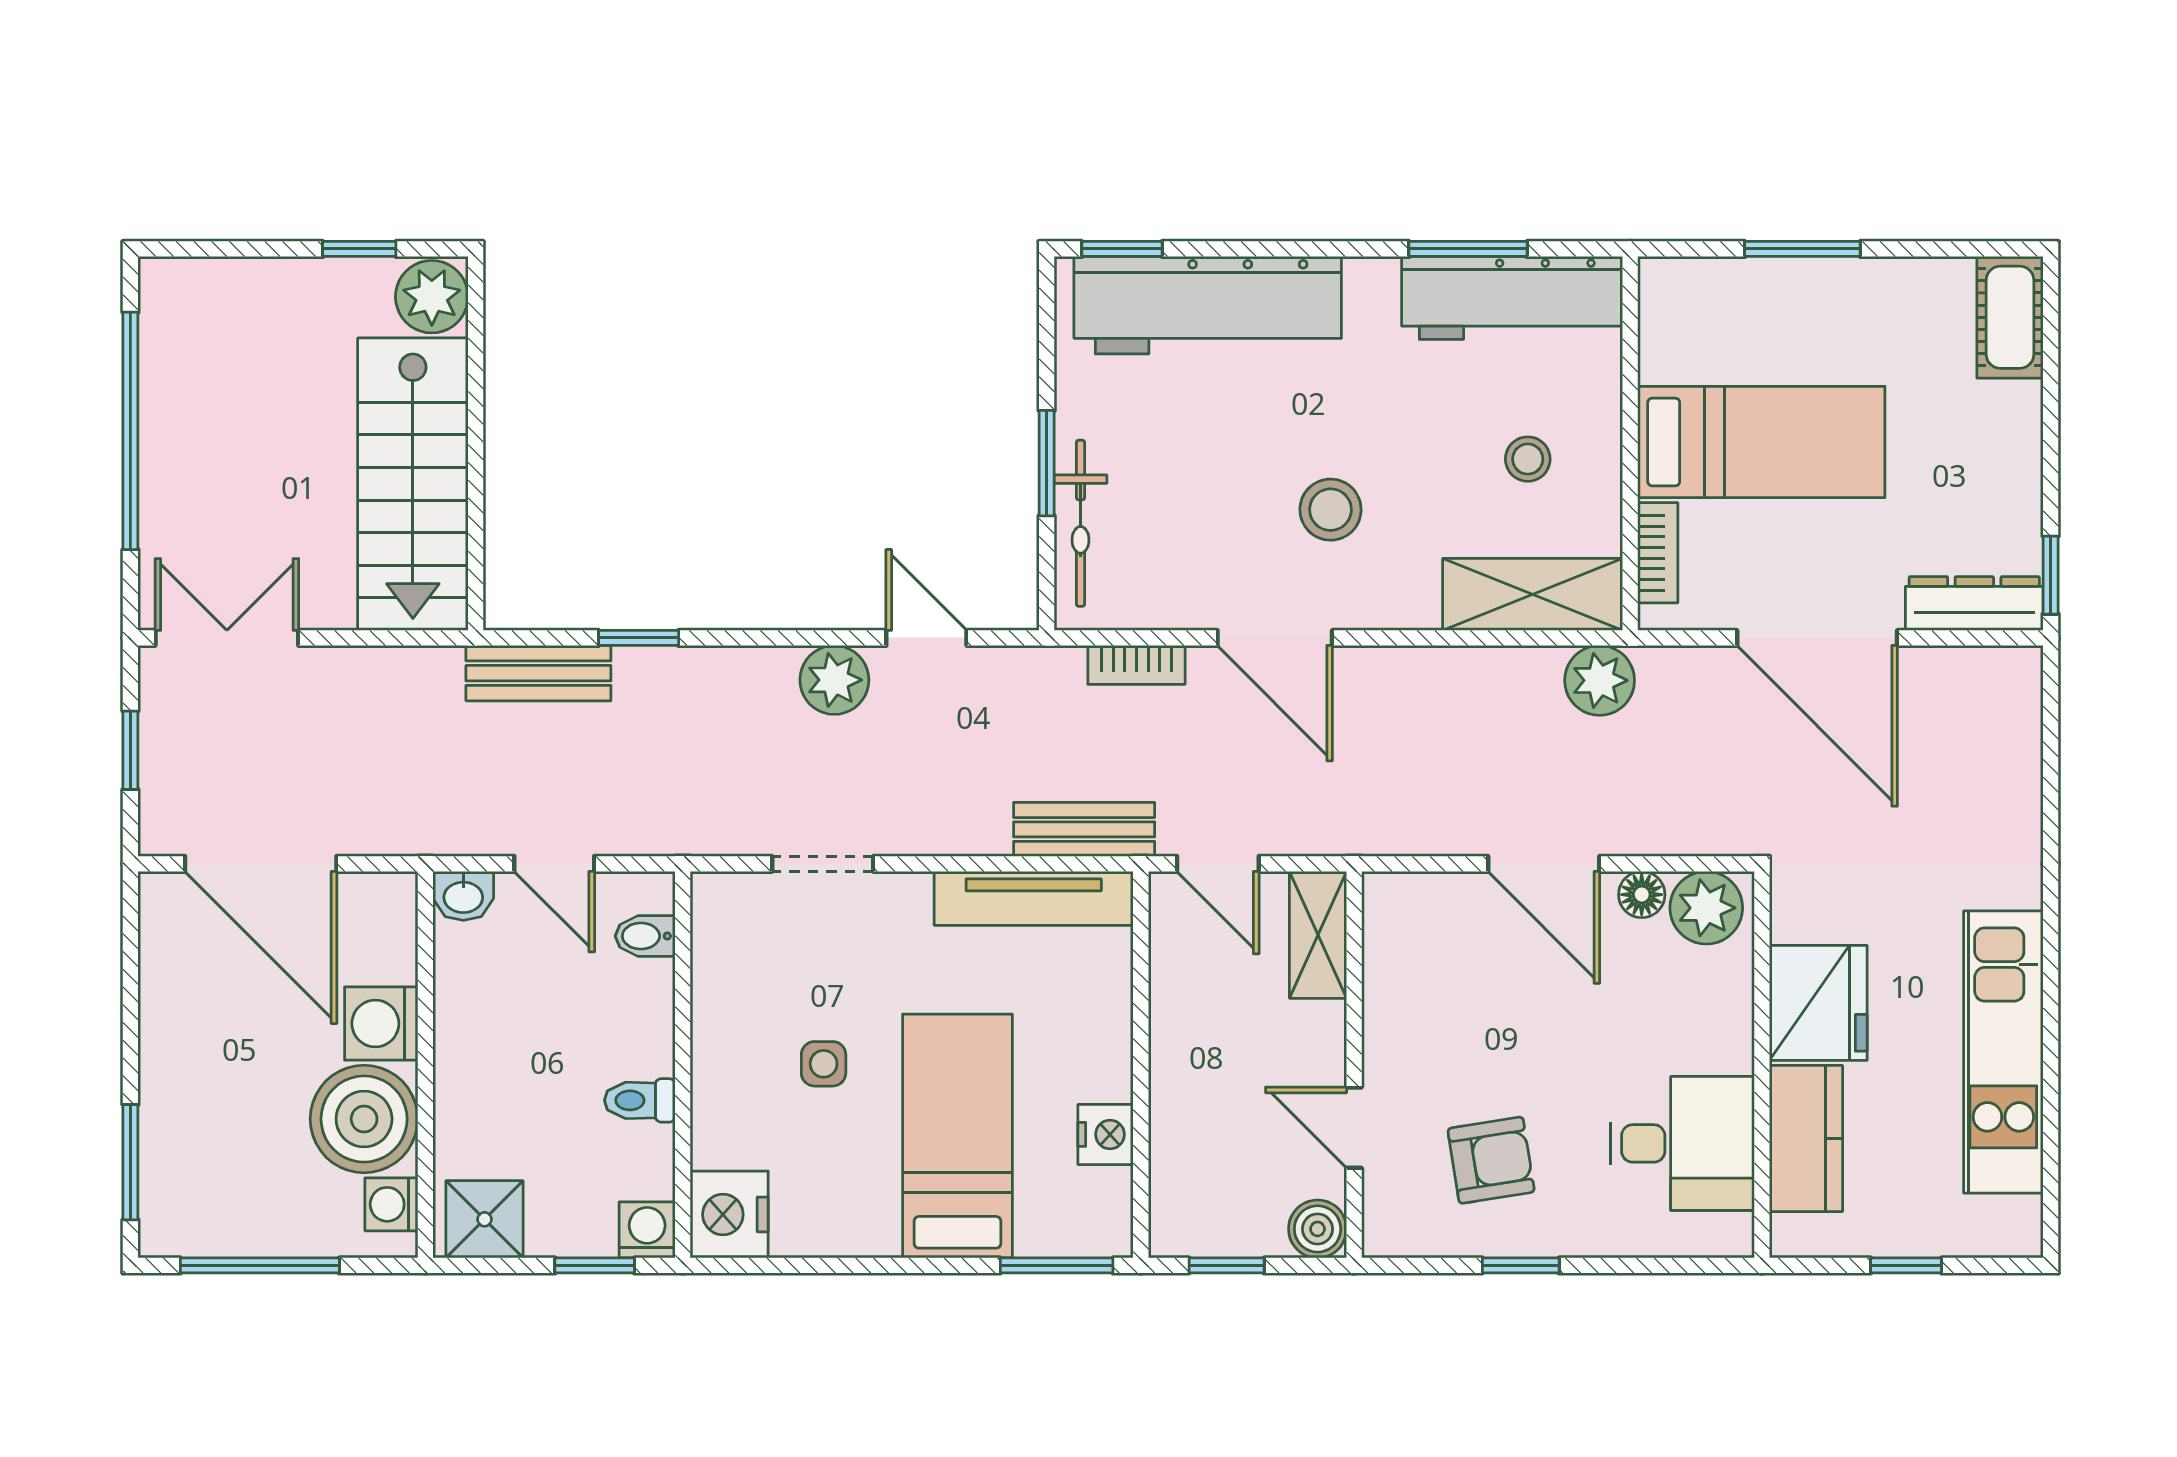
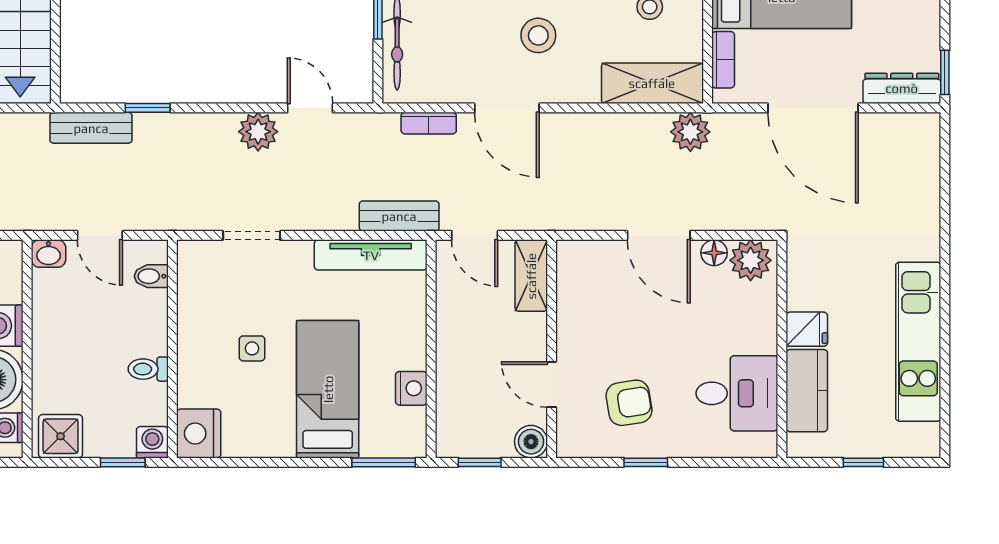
fridge: (1818, 1003) -> (807, 329), width x0.53, depth x0.75

